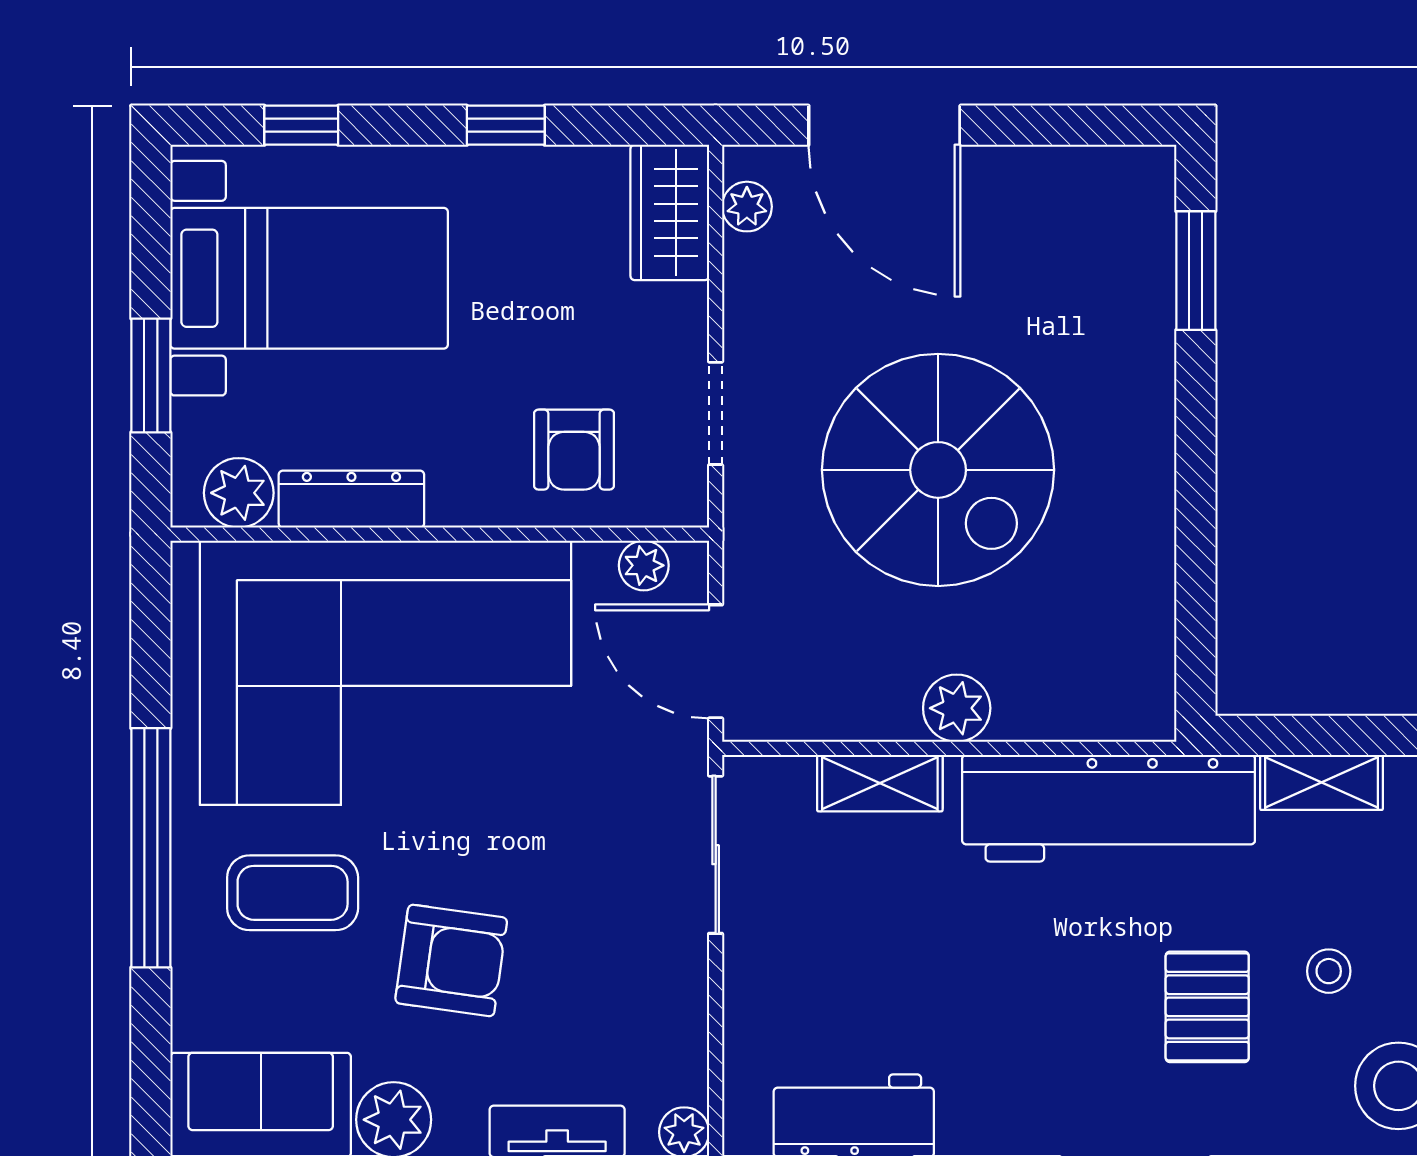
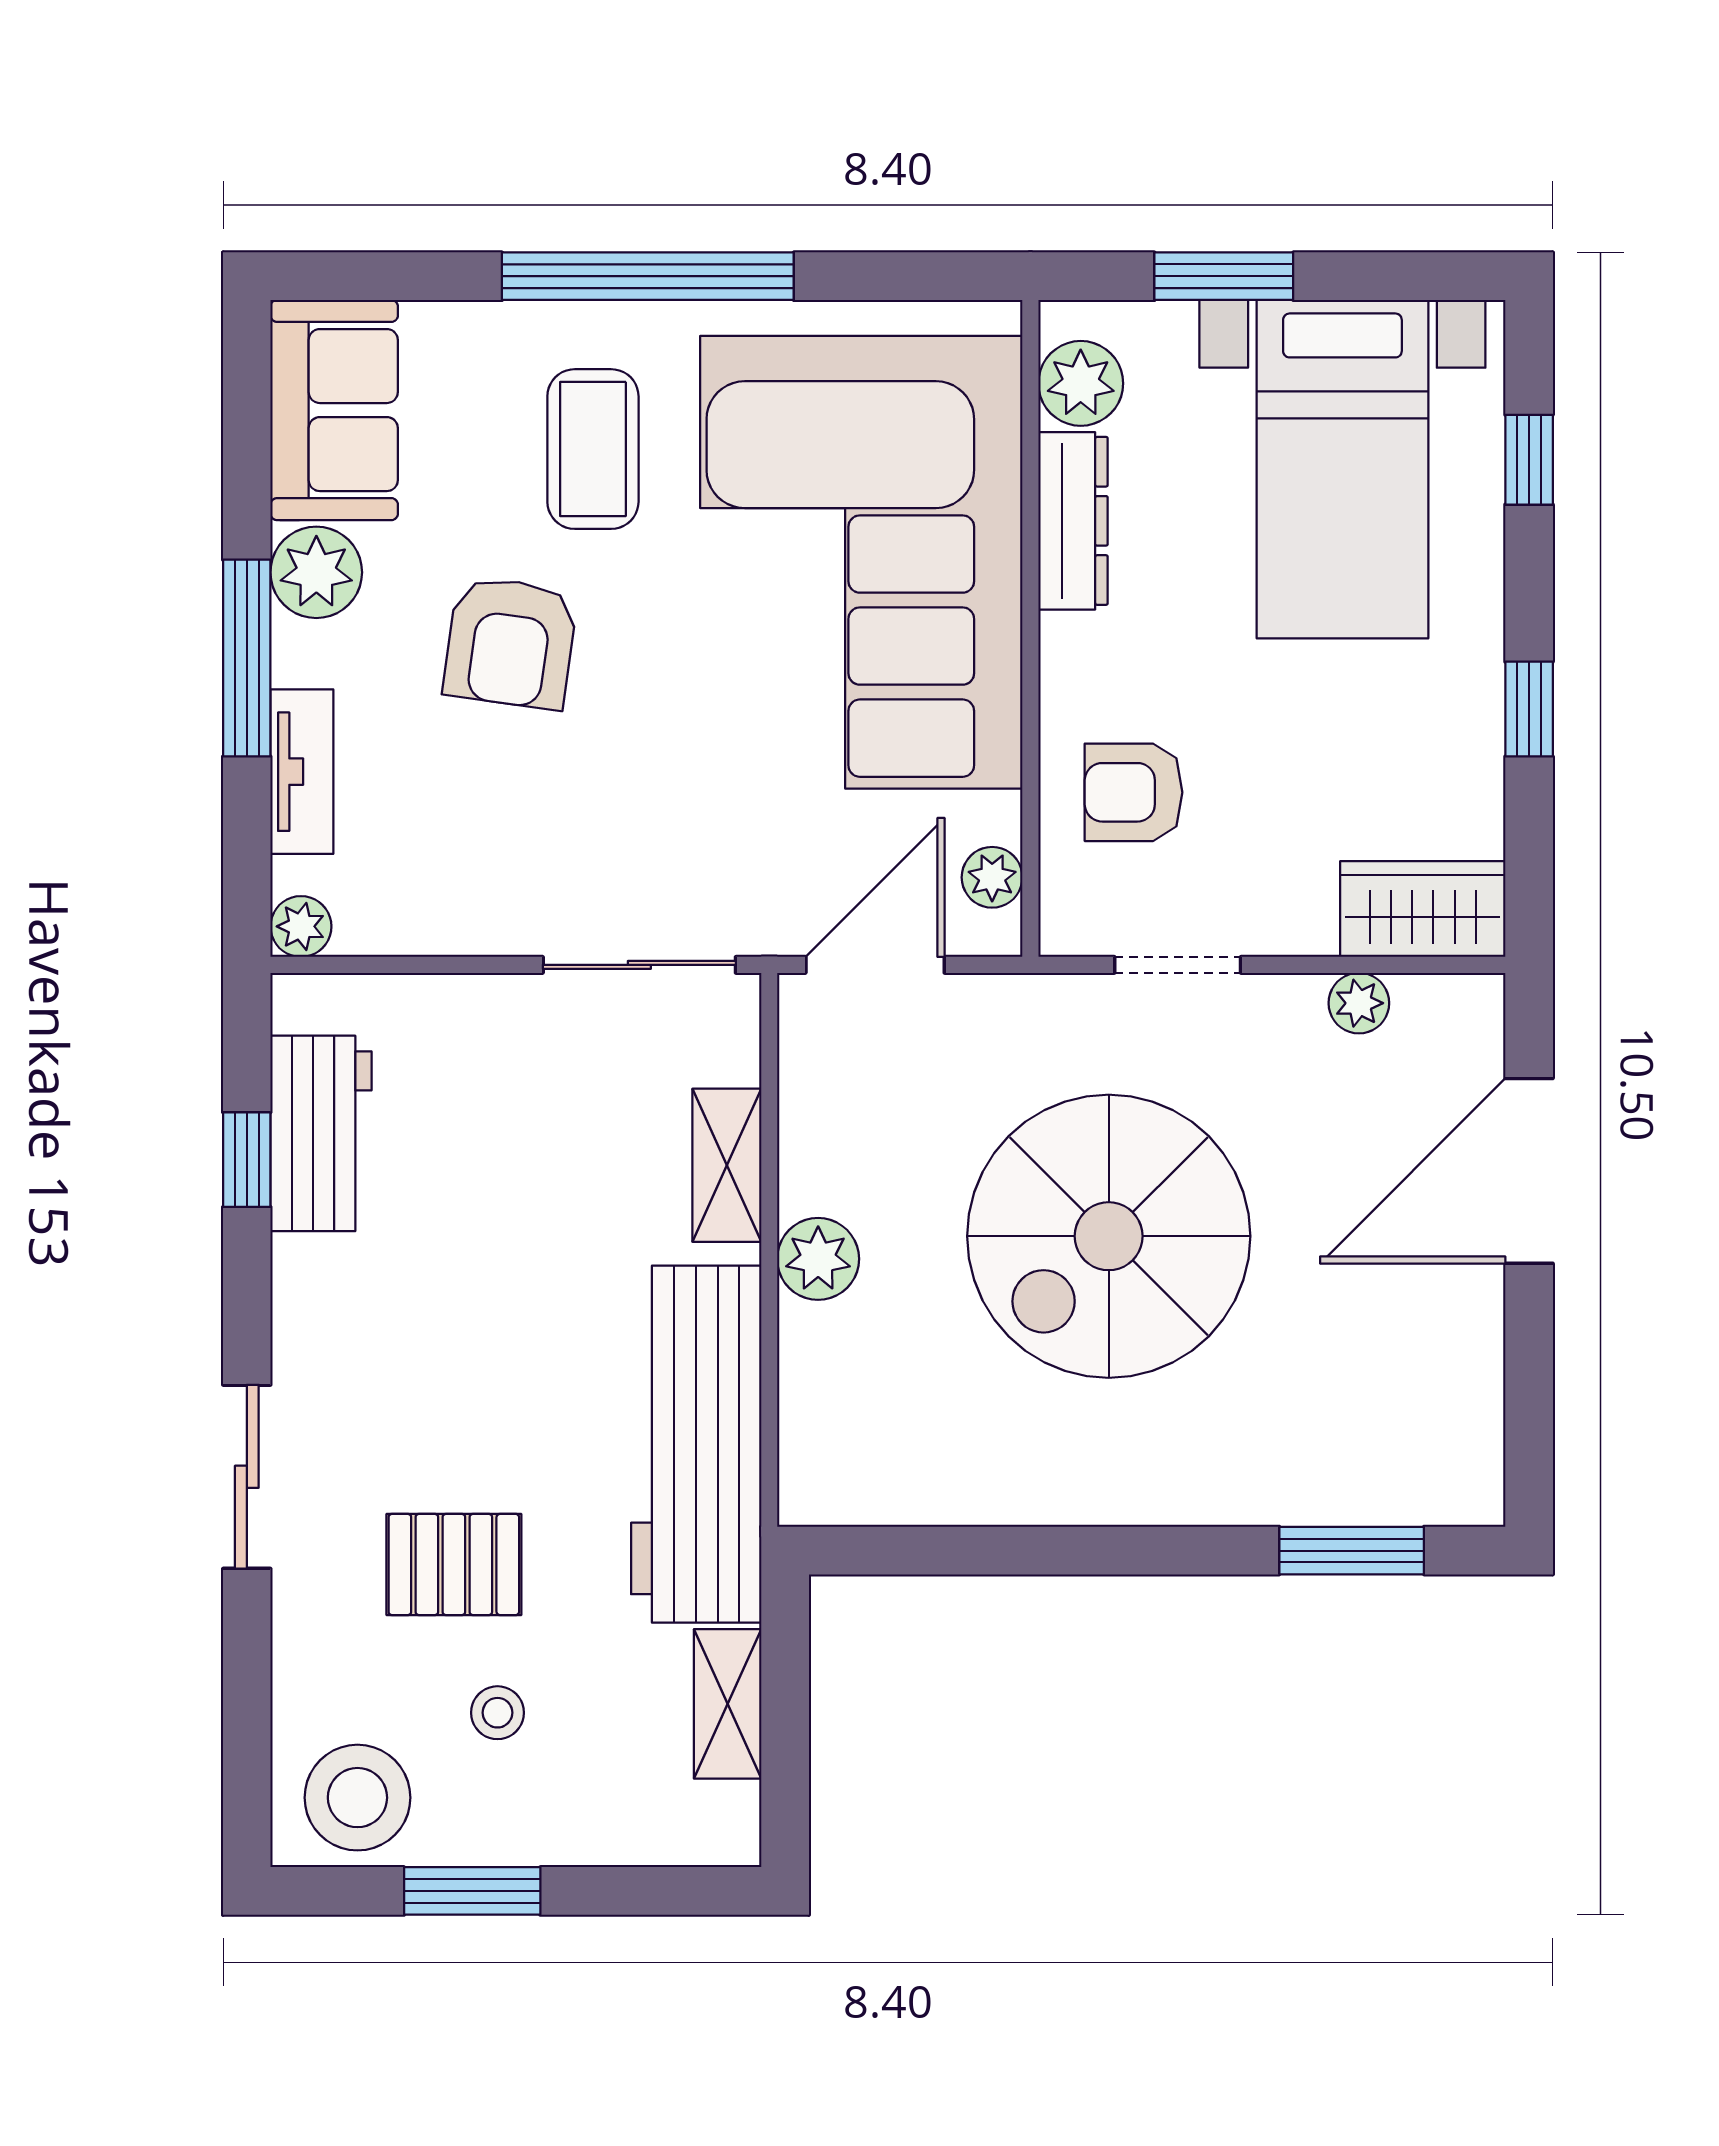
plant: (747, 207) -> (1359, 1003), moved

